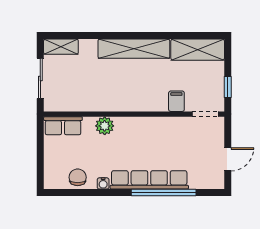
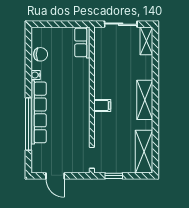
shelving: (134, 49) -> (145, 100), width x0.68
filing cabinet: (176, 101) -> (102, 105), moved
plant: (105, 126) -> (82, 76), removed

